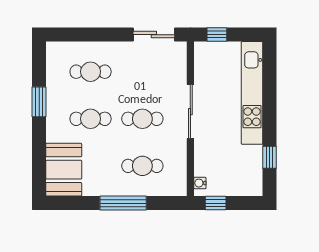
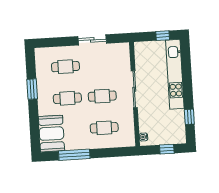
sliding door: (154, 35) -> (92, 40), moved
window: (217, 35) -> (163, 36), moved
window: (123, 203) -> (74, 155), moved
window: (216, 203) -> (167, 149), moved

